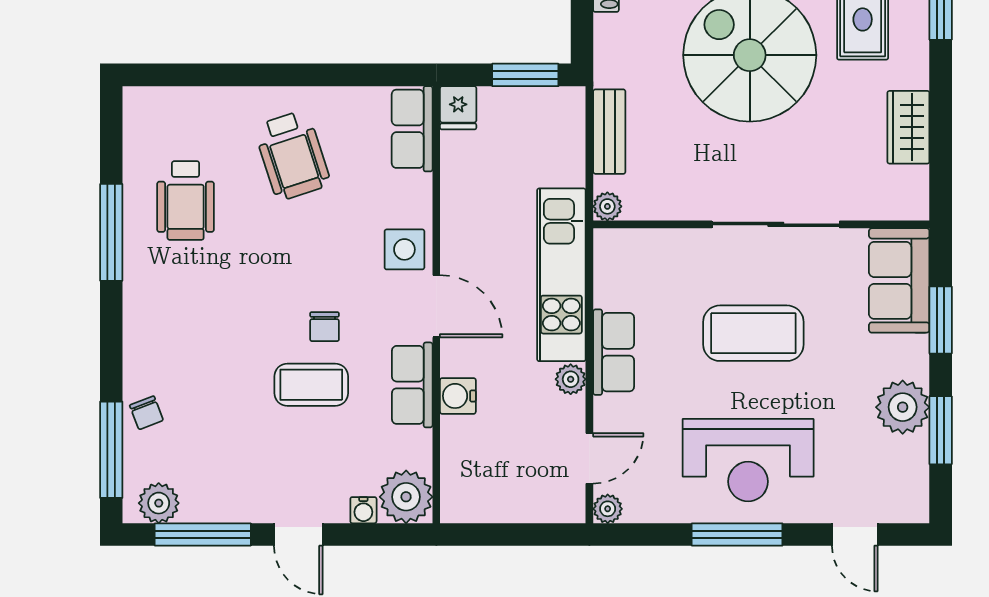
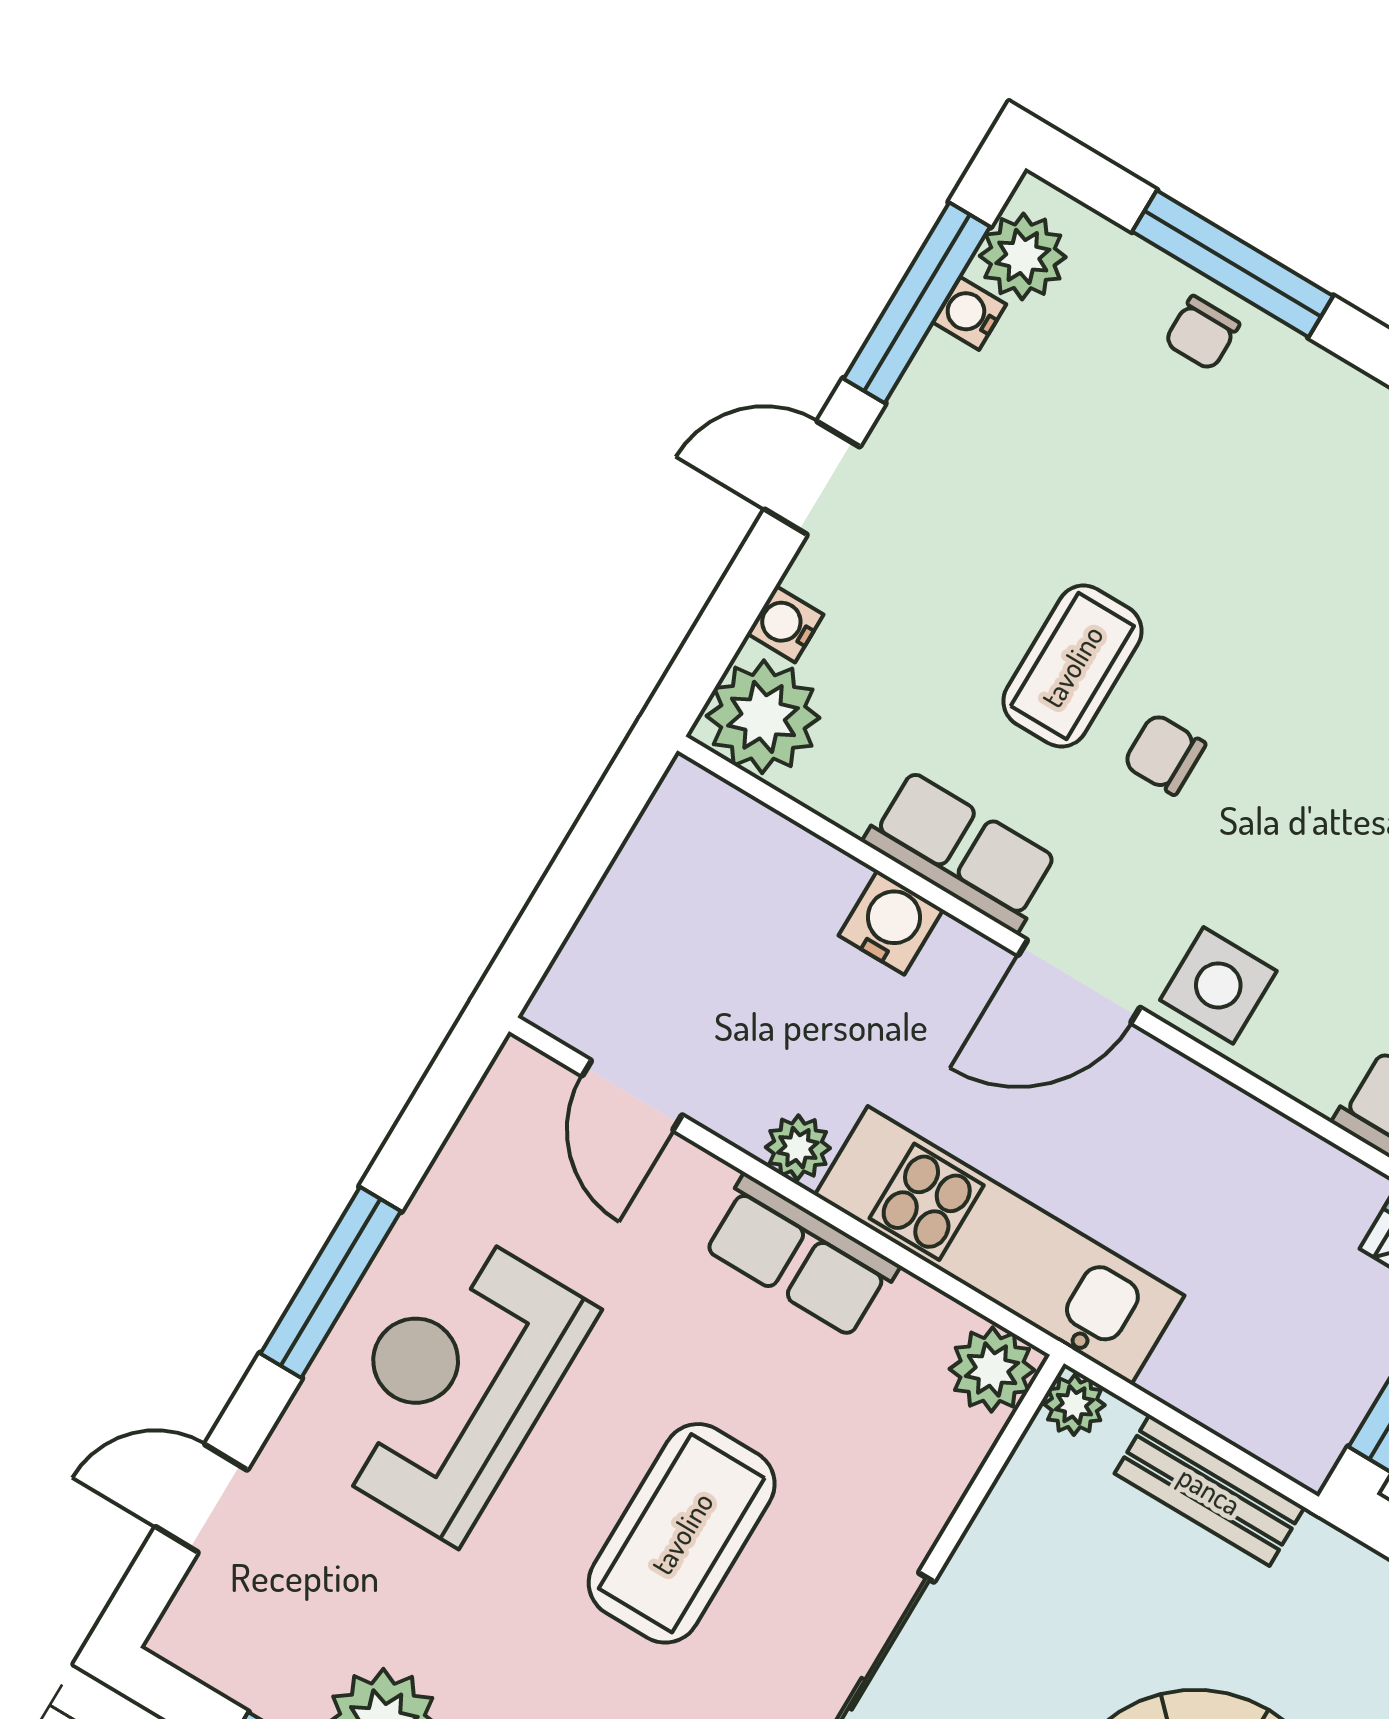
chair: (146, 413) -> (1202, 333), turned -69
window: (111, 450) -> (1233, 264), moved
plant: (608, 509) -> (992, 1369), moved, width x1.38, depth x1.38
water cooler: (194, 511) -> (970, 313), added

